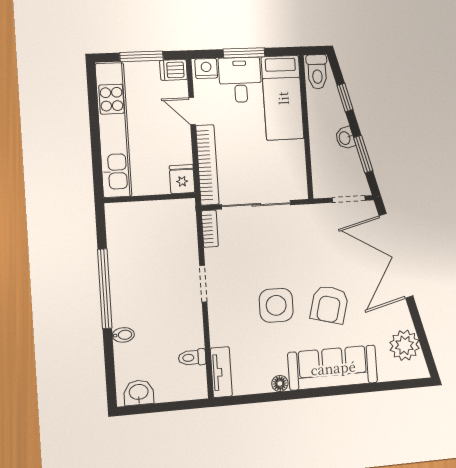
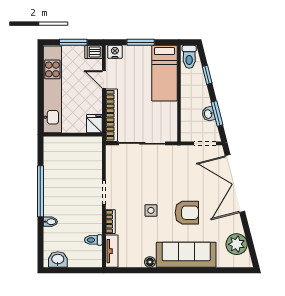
desk: (240, 80) -> (137, 60), removed
washbasin: (345, 138) -> (208, 114), moved
bookcase: (210, 229) -> (110, 222), moved
armchair: (329, 304) -> (187, 213), turned -105
side table: (276, 305) -> (151, 210), width x0.54, depth x0.54

